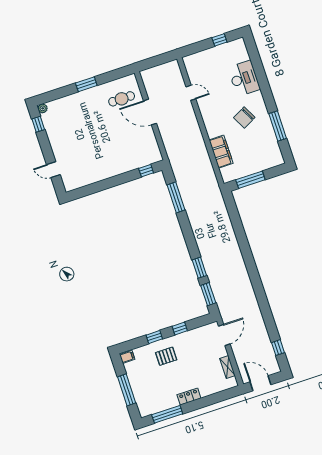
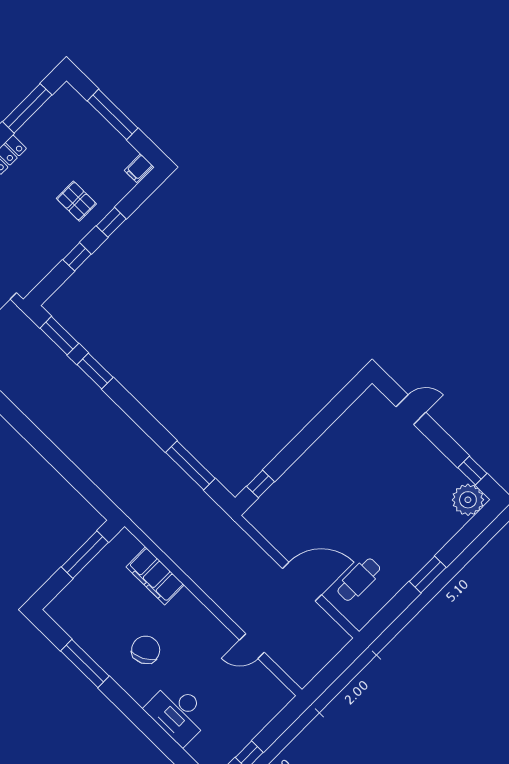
plant: (43, 108) -> (468, 500), width x1.88, depth x1.88
pallet: (166, 356) -> (76, 201), turned 90

